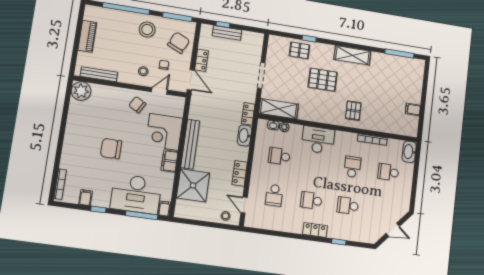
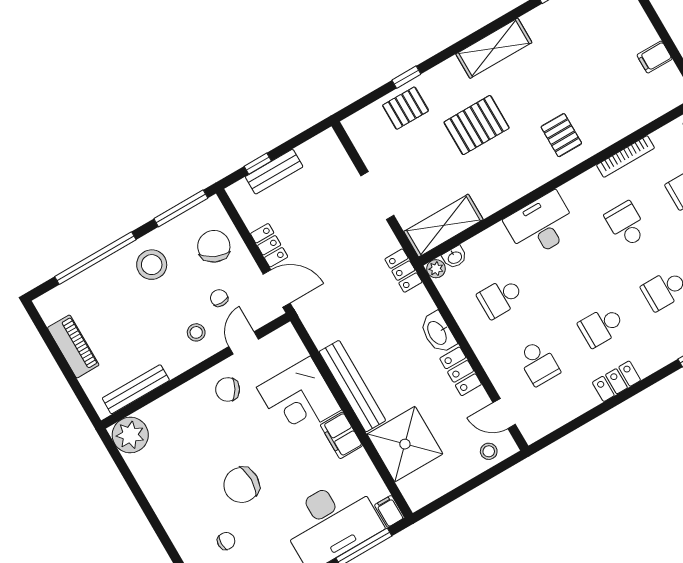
plant: (284, 127) -> (436, 269), moved
washbasin: (244, 136) -> (438, 333), moved
chair: (85, 167) -> (226, 541), added
locker: (315, 230) -> (616, 381), moved

